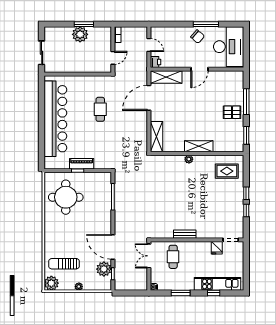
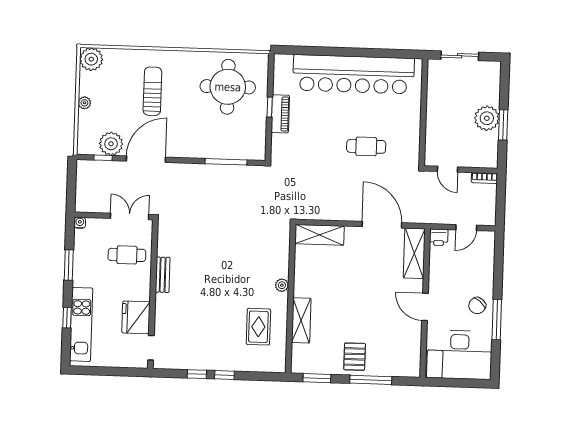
shelving: (199, 146) -> (301, 320), moved
rug: (227, 171) -> (258, 327), moved
fridge: (217, 248) -> (136, 317), width x1.88, depth x1.34
sun lounger: (64, 264) -> (152, 91), moved

